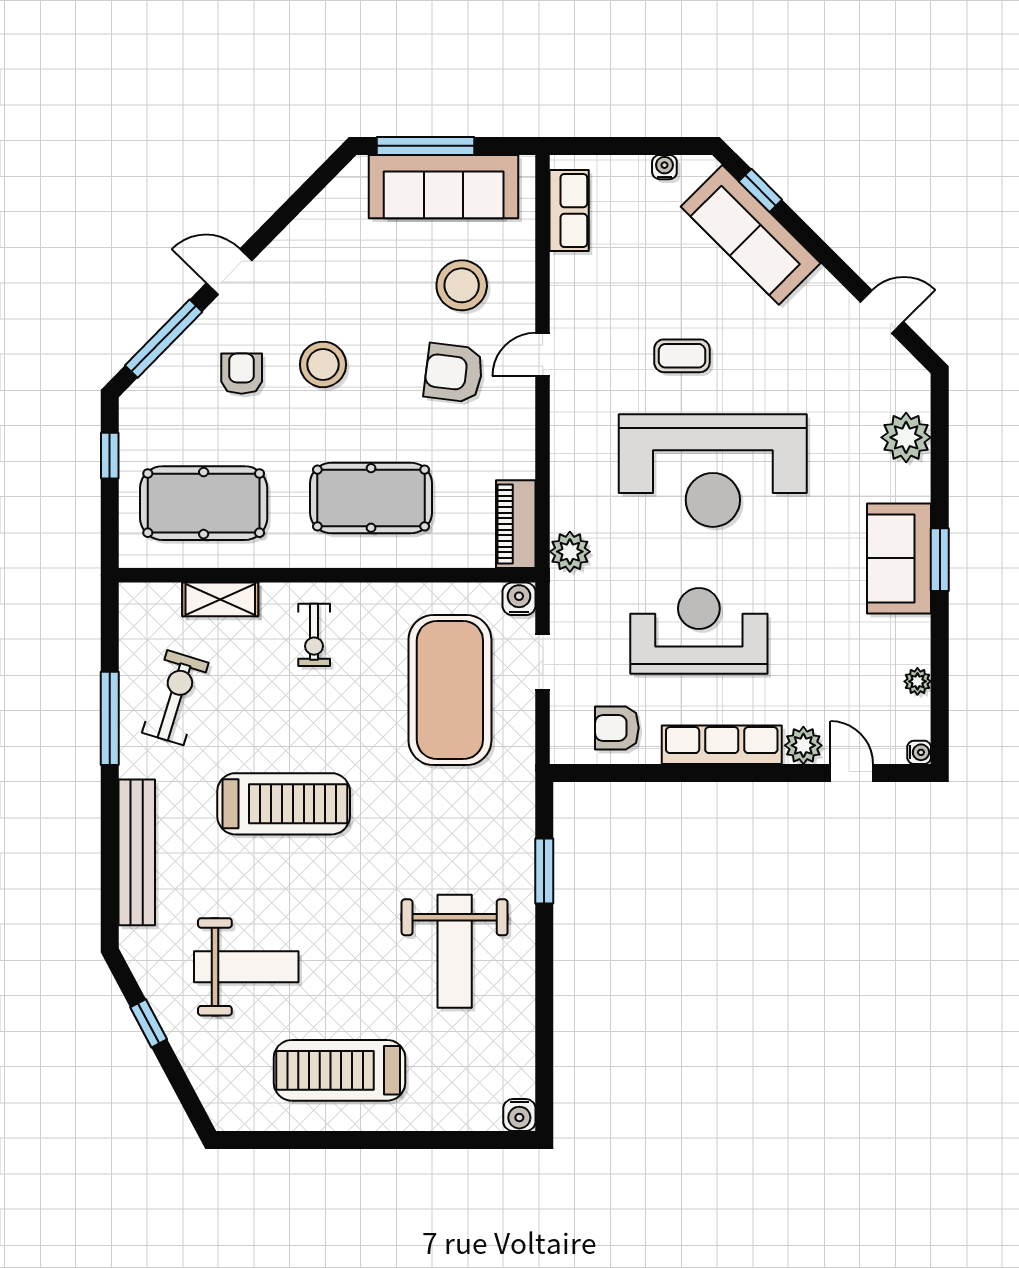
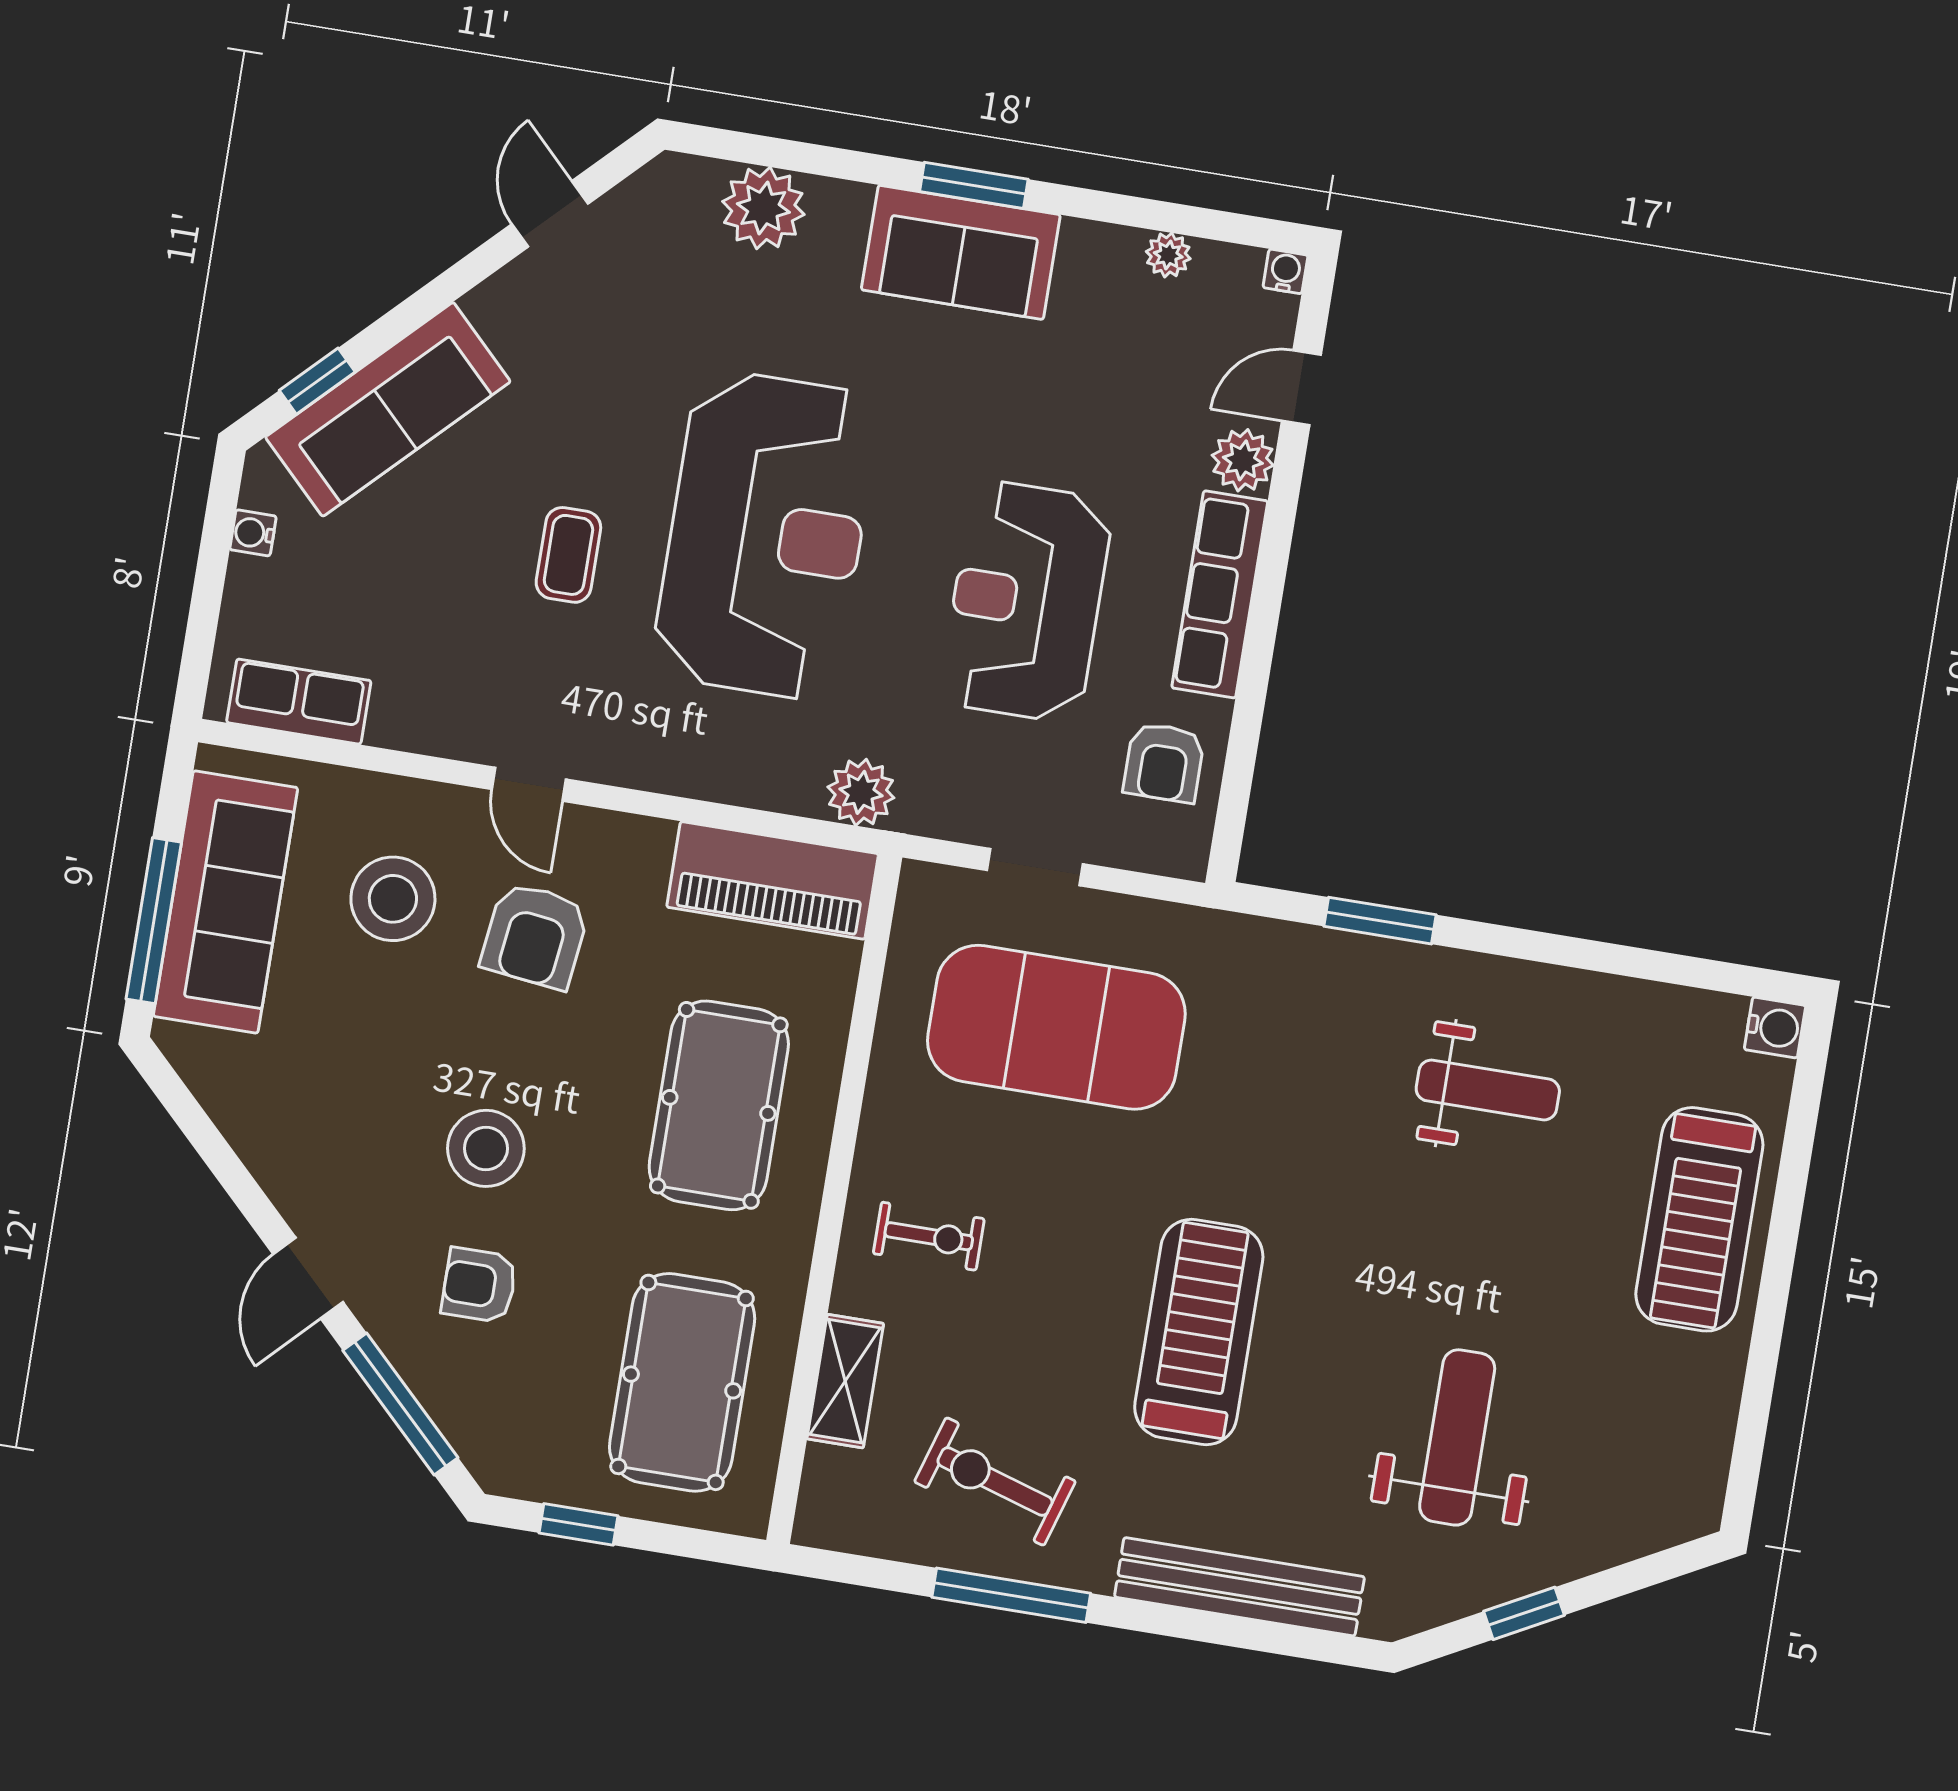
piano: (516, 524) -> (773, 880), width x1.37, depth x1.33
water cooler: (519, 599) -> (925, 889), removed
weight bench: (455, 951) -> (1488, 1090), width x0.73, depth x0.75
treadmill: (339, 1070) -> (1699, 1219), moved

